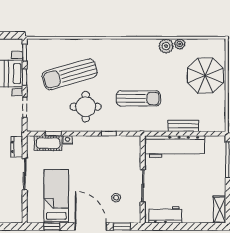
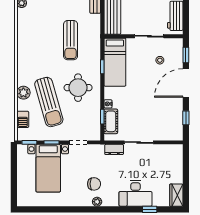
barbecue: (50, 45) -> (23, 119), added
plant: (166, 46) -> (23, 93), moved
sun lounger: (138, 98) -> (71, 40), turned 180
bed: (56, 196) -> (115, 62), moved, turned -90

